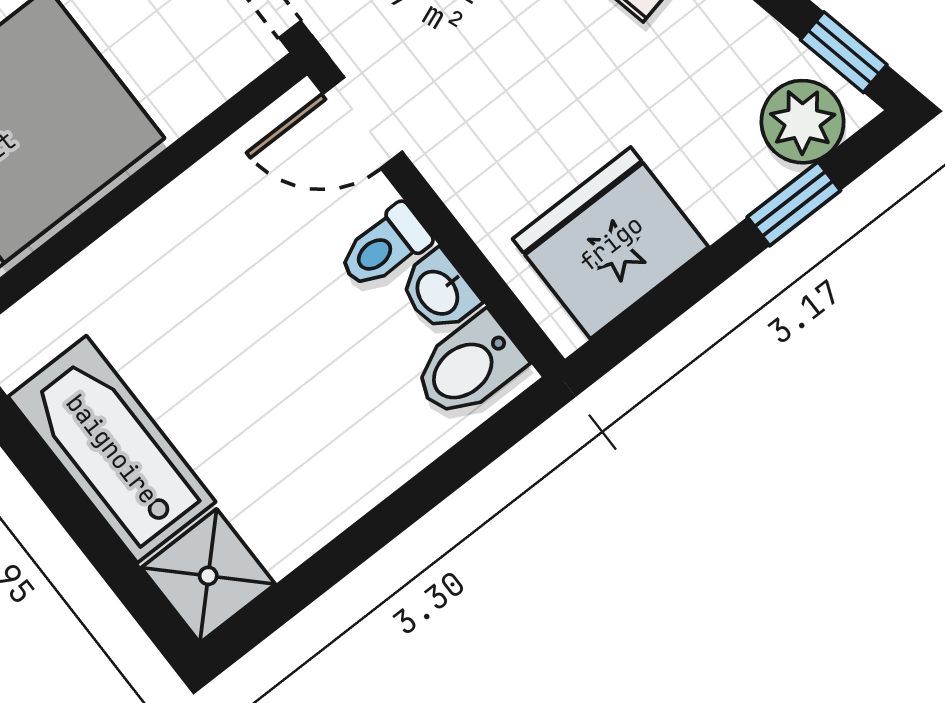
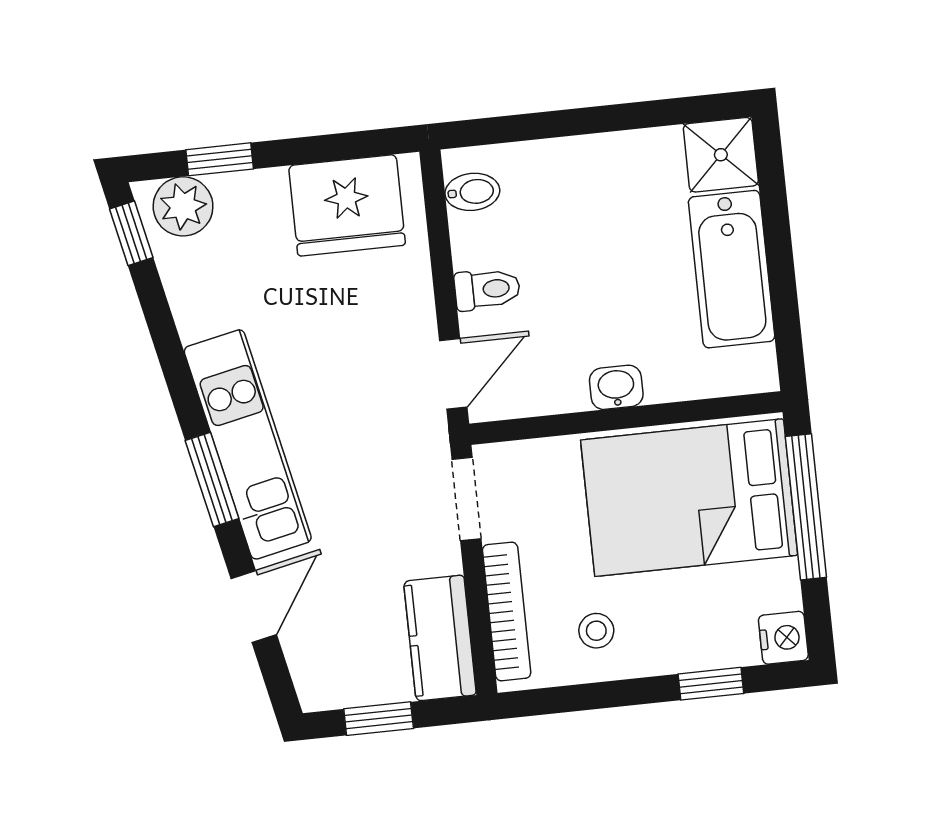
door: (363, 123) -> (453, 374), hinge flipped
washbasin: (439, 292) -> (616, 387), moved, turned -90
bidet: (468, 367) -> (472, 192), width x0.72, depth x0.74

